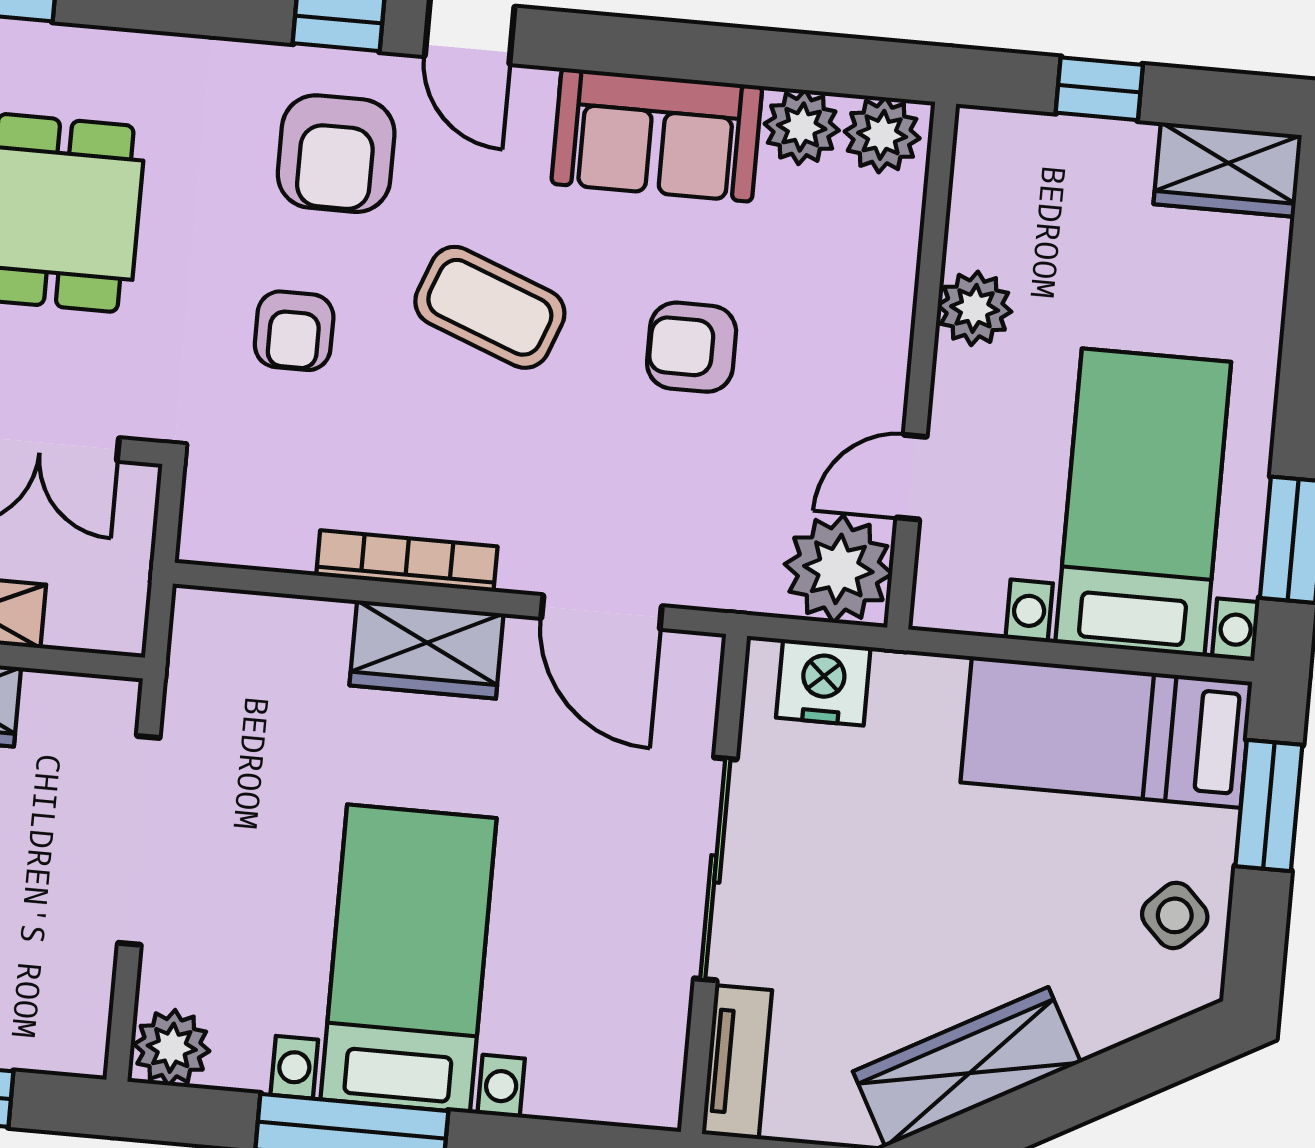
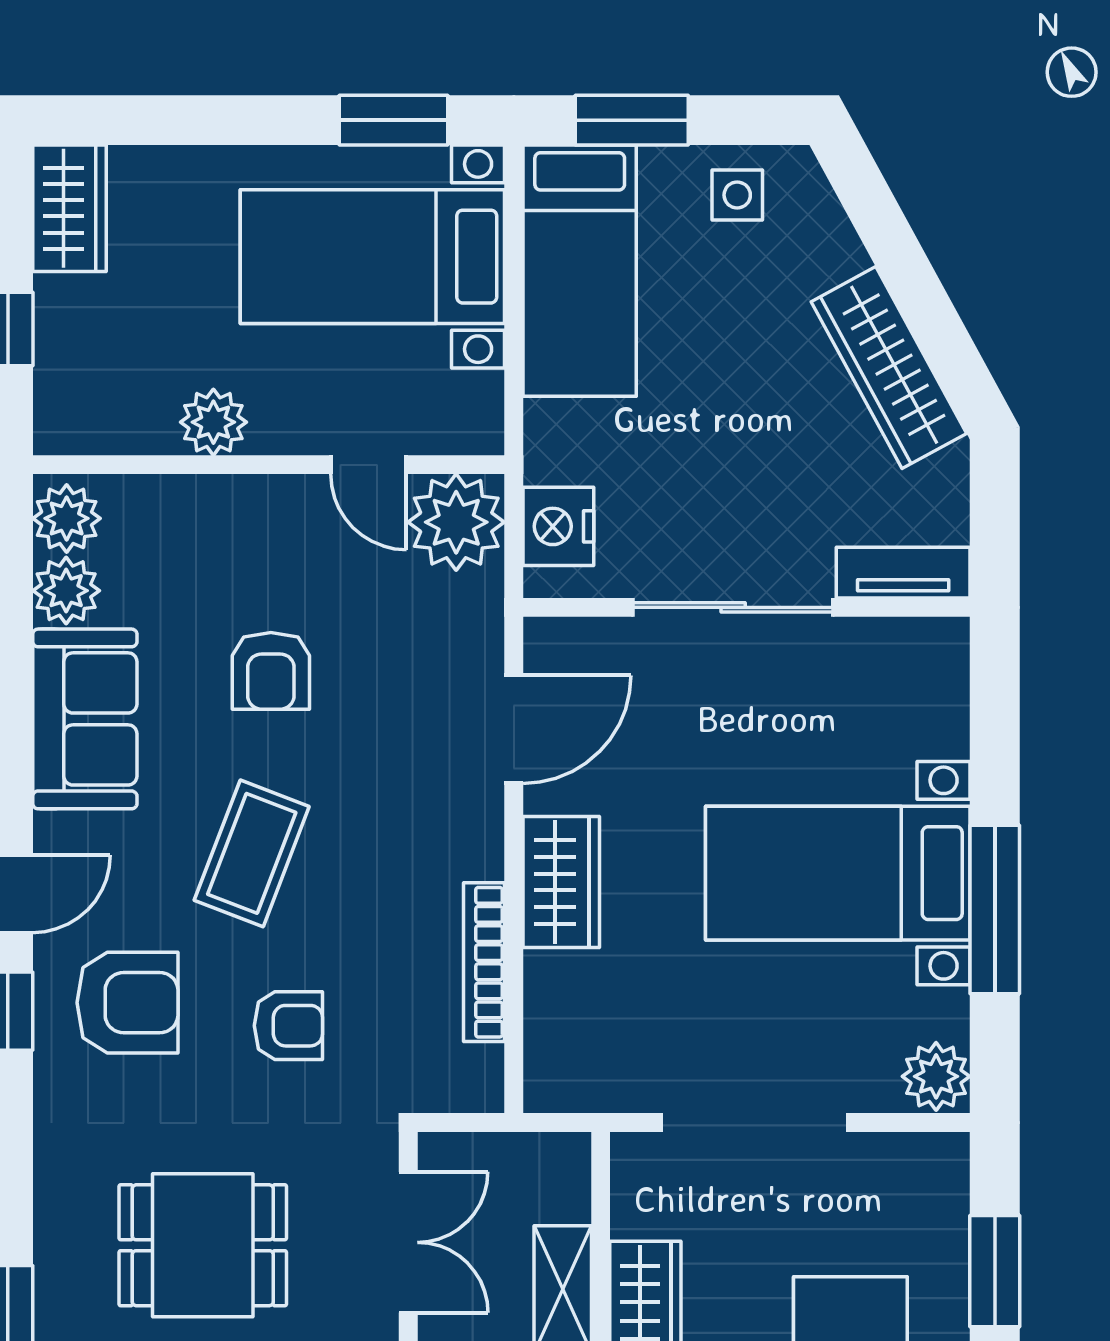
bookcase: (407, 561) -> (484, 962), moved
side table: (1175, 915) -> (737, 195), turned 45

